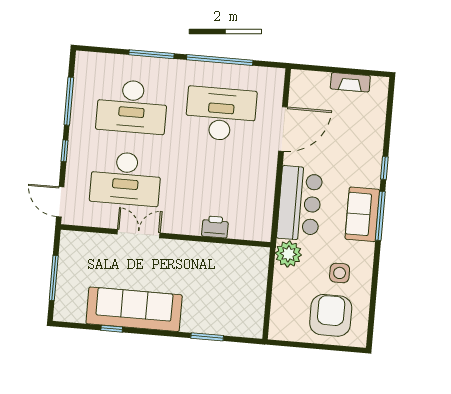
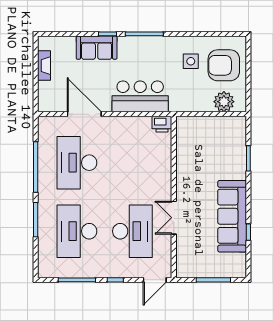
desk: (132, 106) -> (77, 231), turned 180
sofa: (362, 214) -> (97, 48), moved
printer: (215, 227) -> (162, 124), moved, turned -90
plant: (288, 254) -> (224, 102), moved

